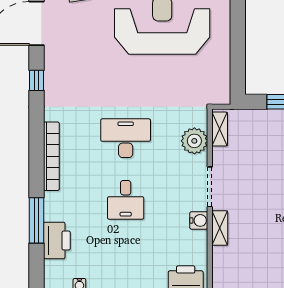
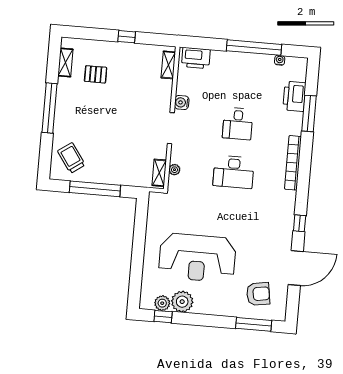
plant: (194, 141) -> (174, 170), width x0.53, depth x0.53
desk: (126, 200) -> (238, 124), turned 180
shelving: (220, 228) -> (168, 65), moved

